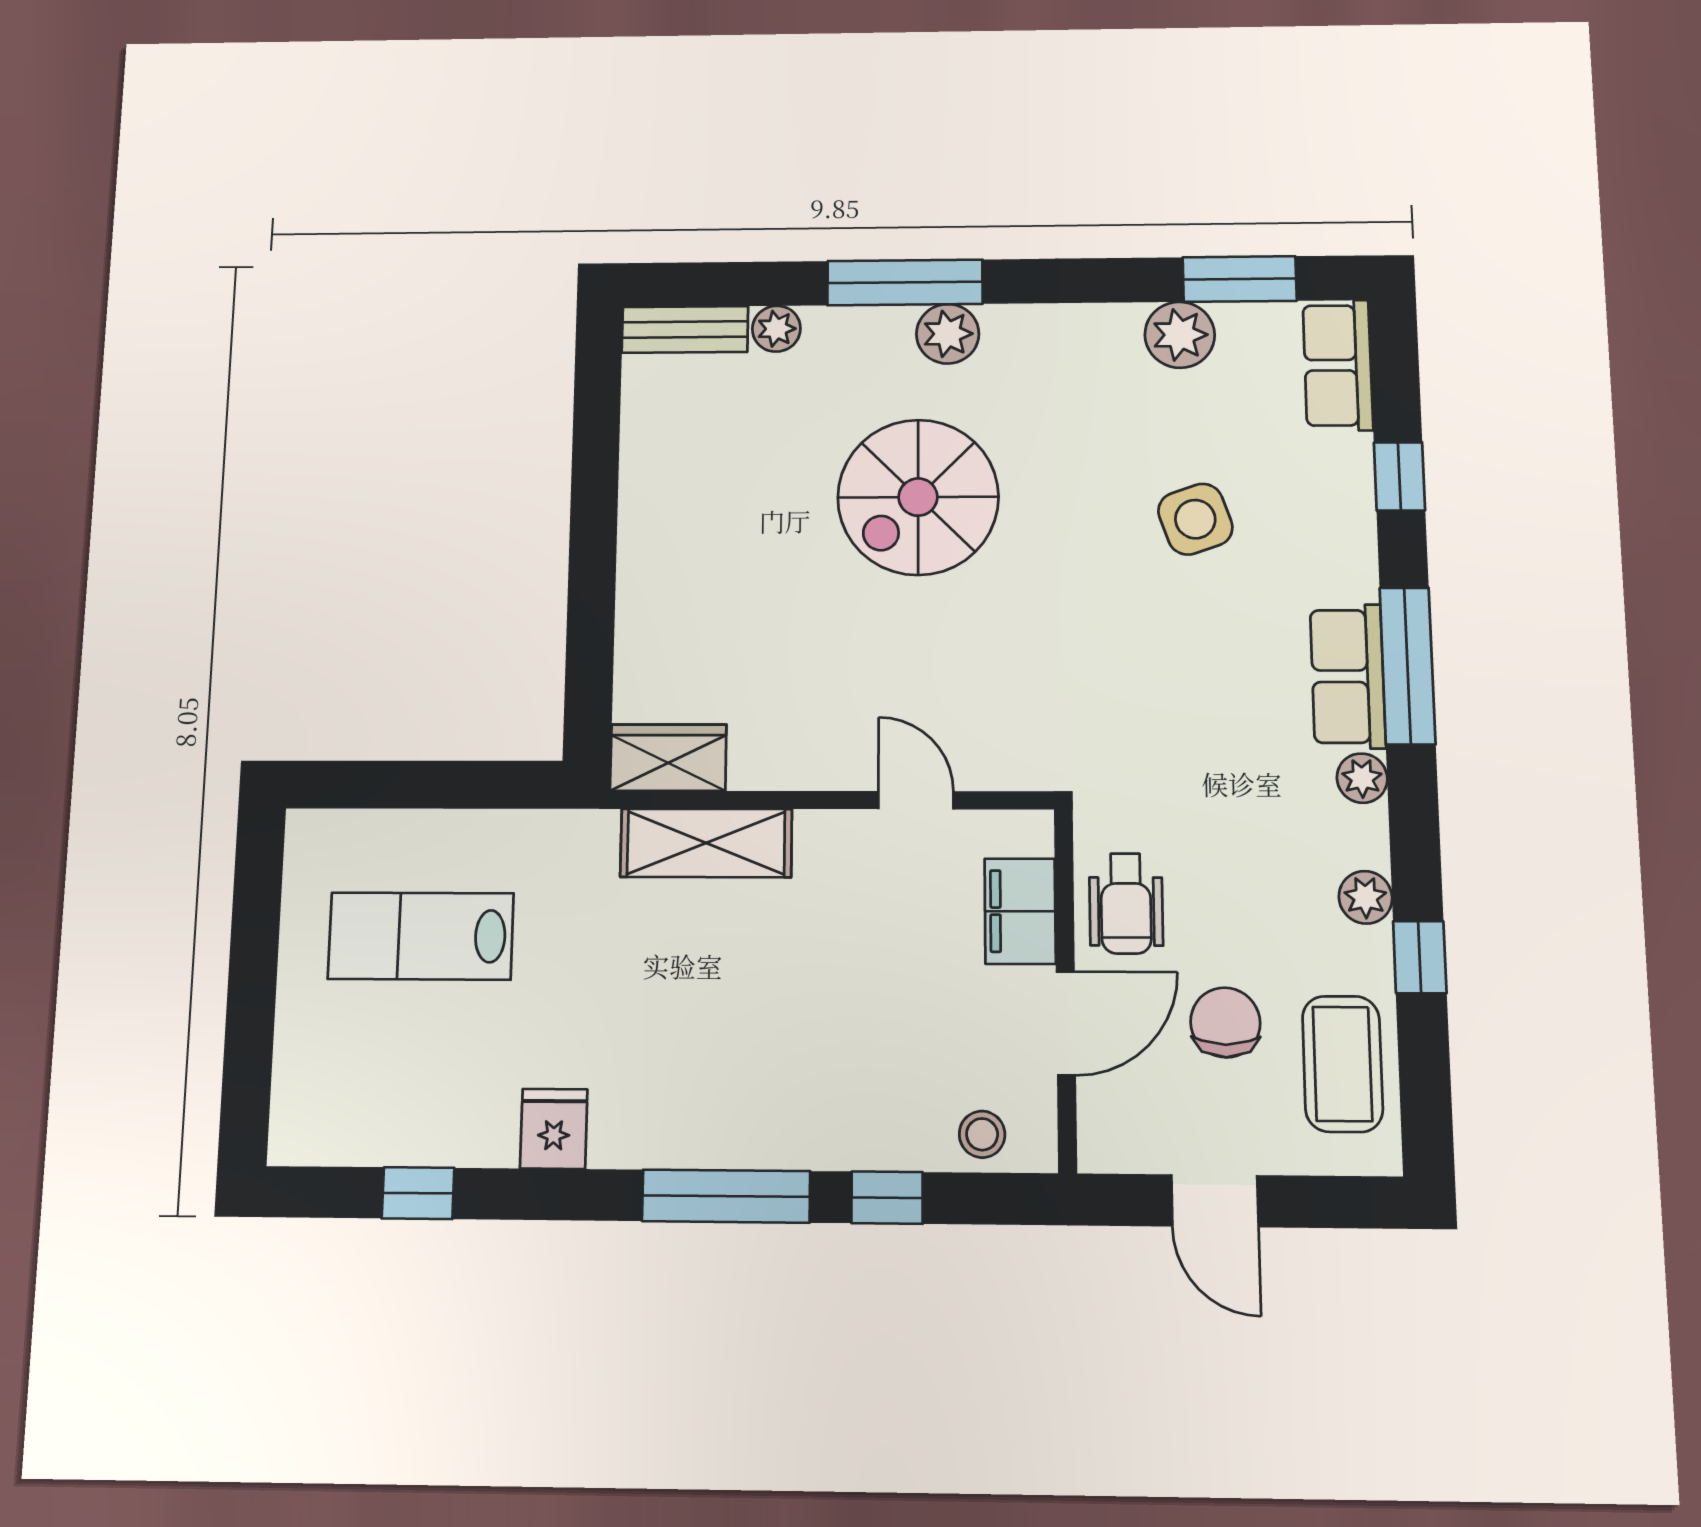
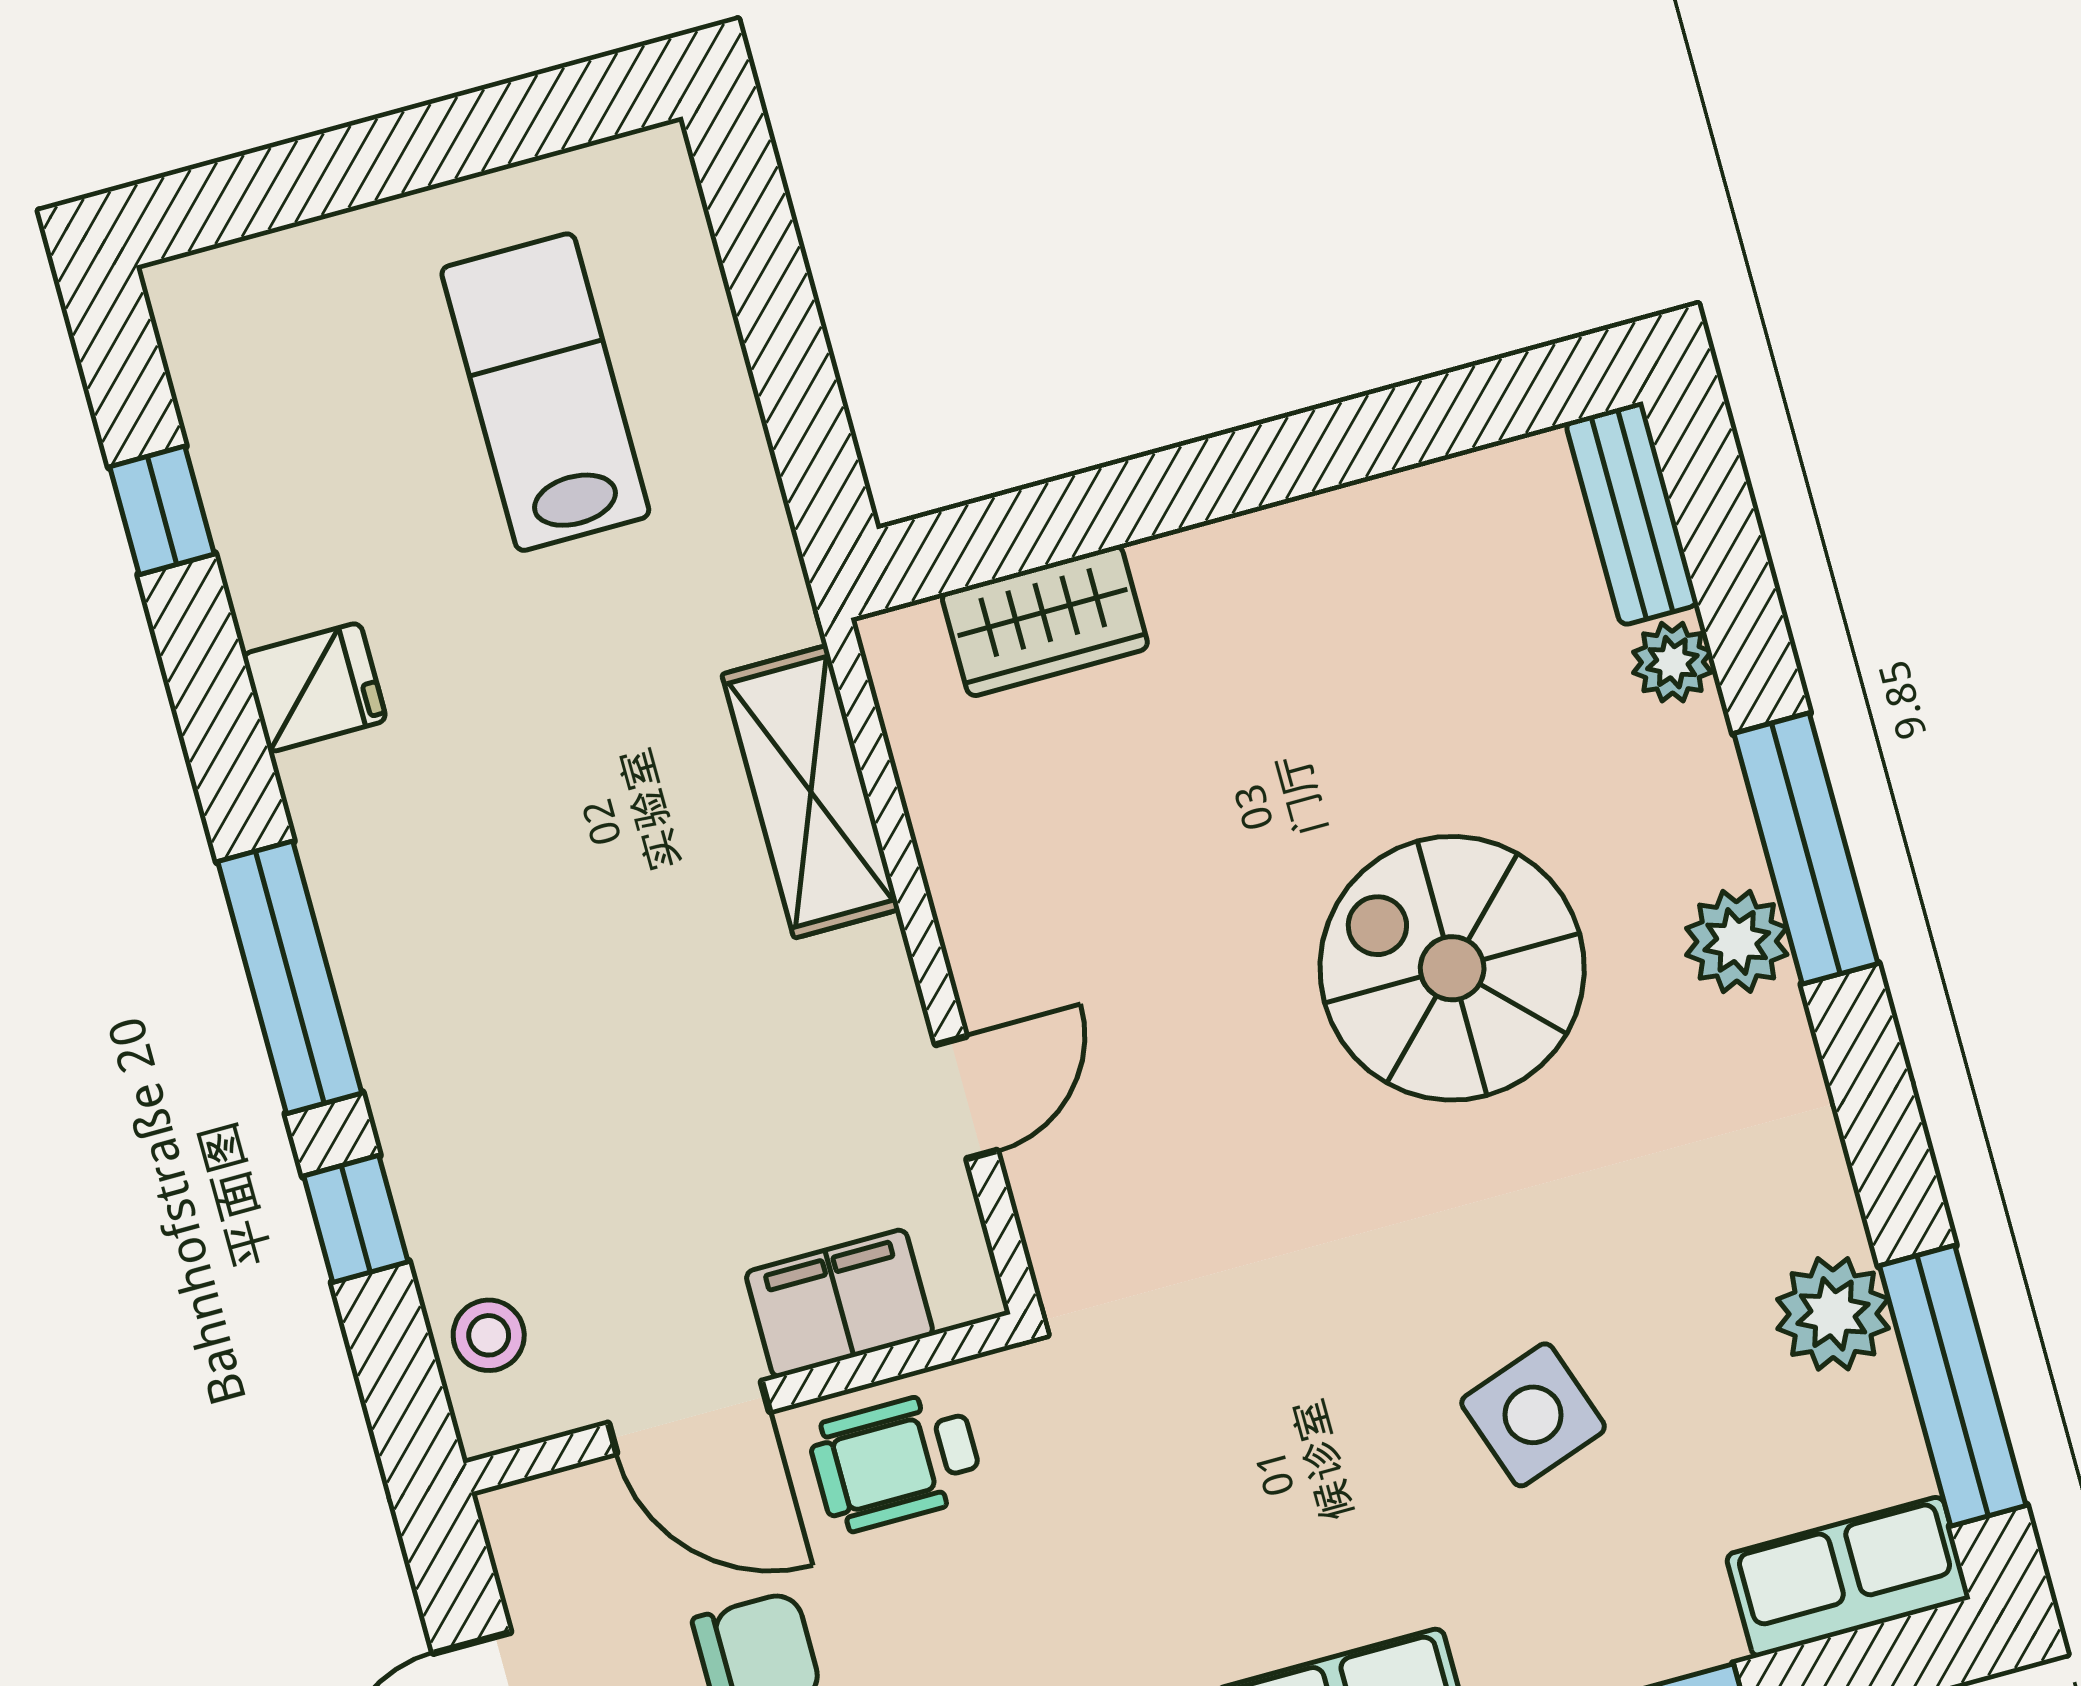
window: (1240, 279) -> (1953, 1386), width x1.44
wardrobe: (668, 758) -> (1045, 621), moved, turned 90

